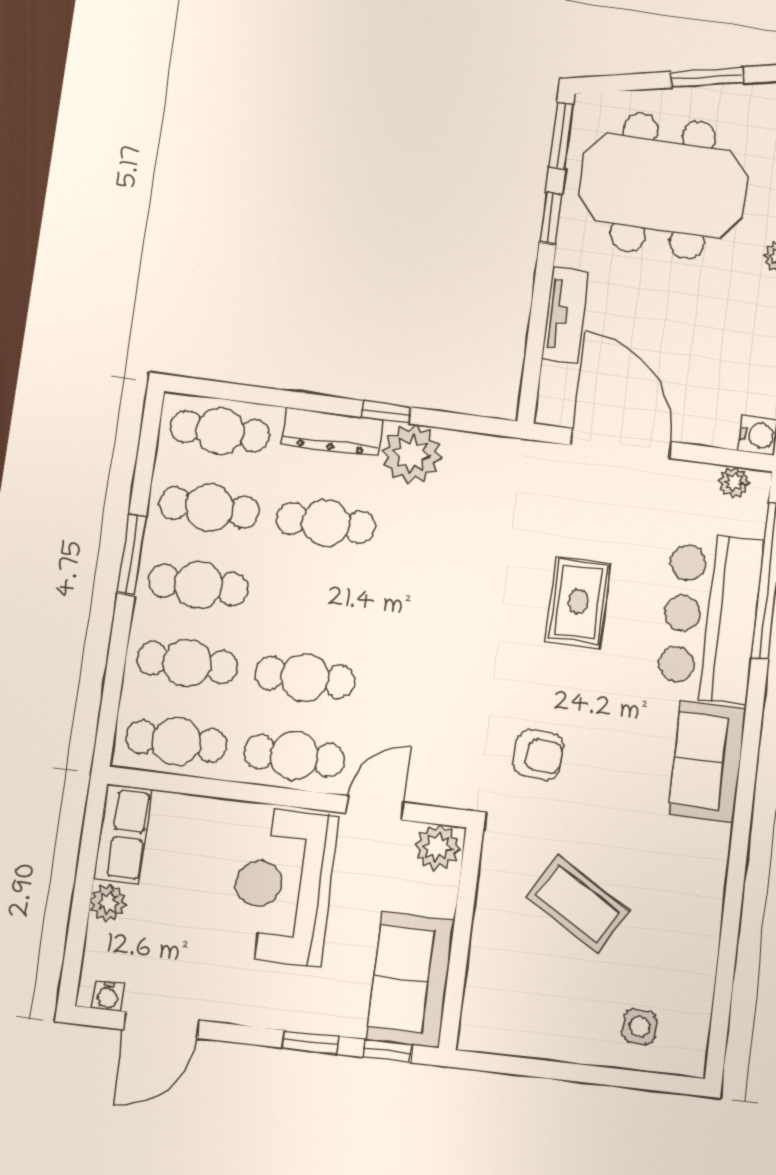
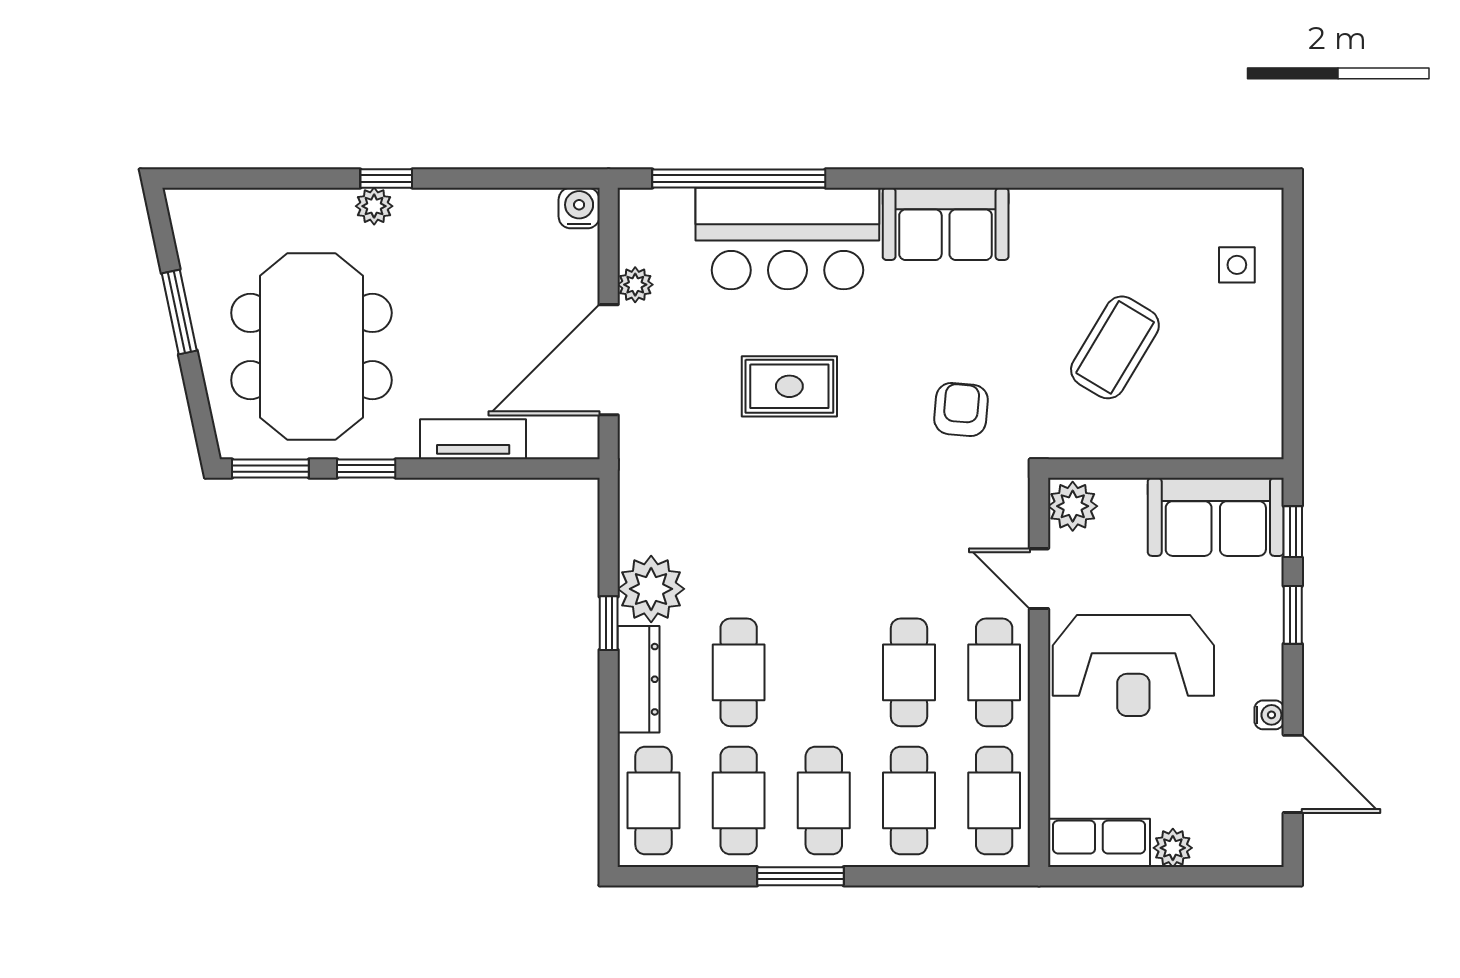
plant: (734, 482) -> (635, 285), moved
water cooler: (108, 996) -> (1269, 715), moved

